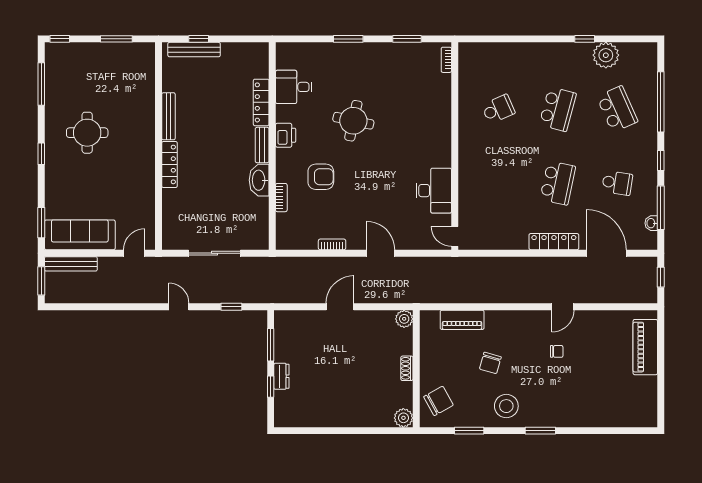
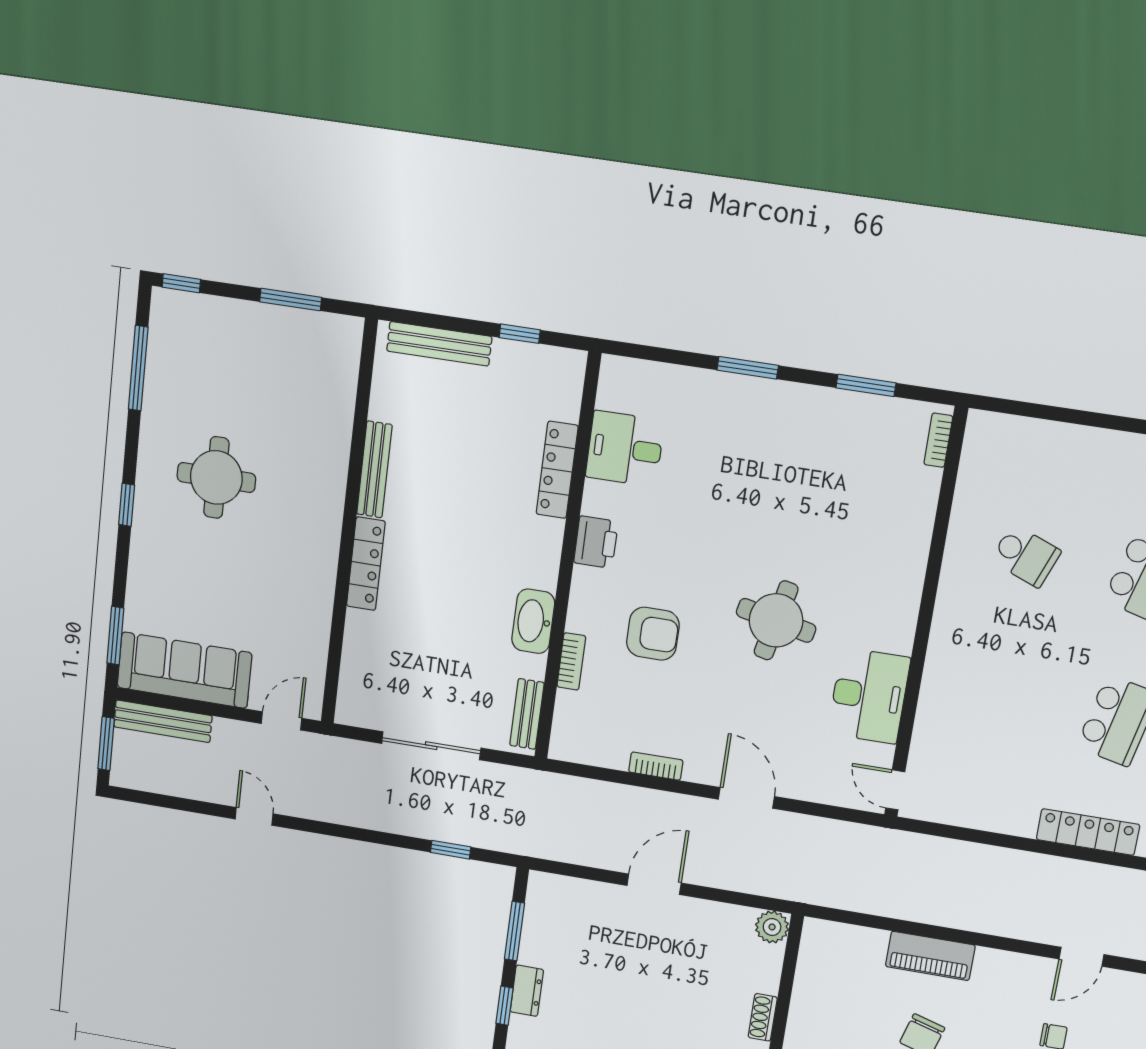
window: (199, 39) -> (520, 334), moved
school desk: (498, 109) -> (1026, 556), turned 45
round table: (353, 121) -> (776, 620), moved
bench: (262, 145) -> (527, 714), moved
door: (179, 307) -> (254, 816), moved
piano: (462, 320) -> (930, 956), moved

